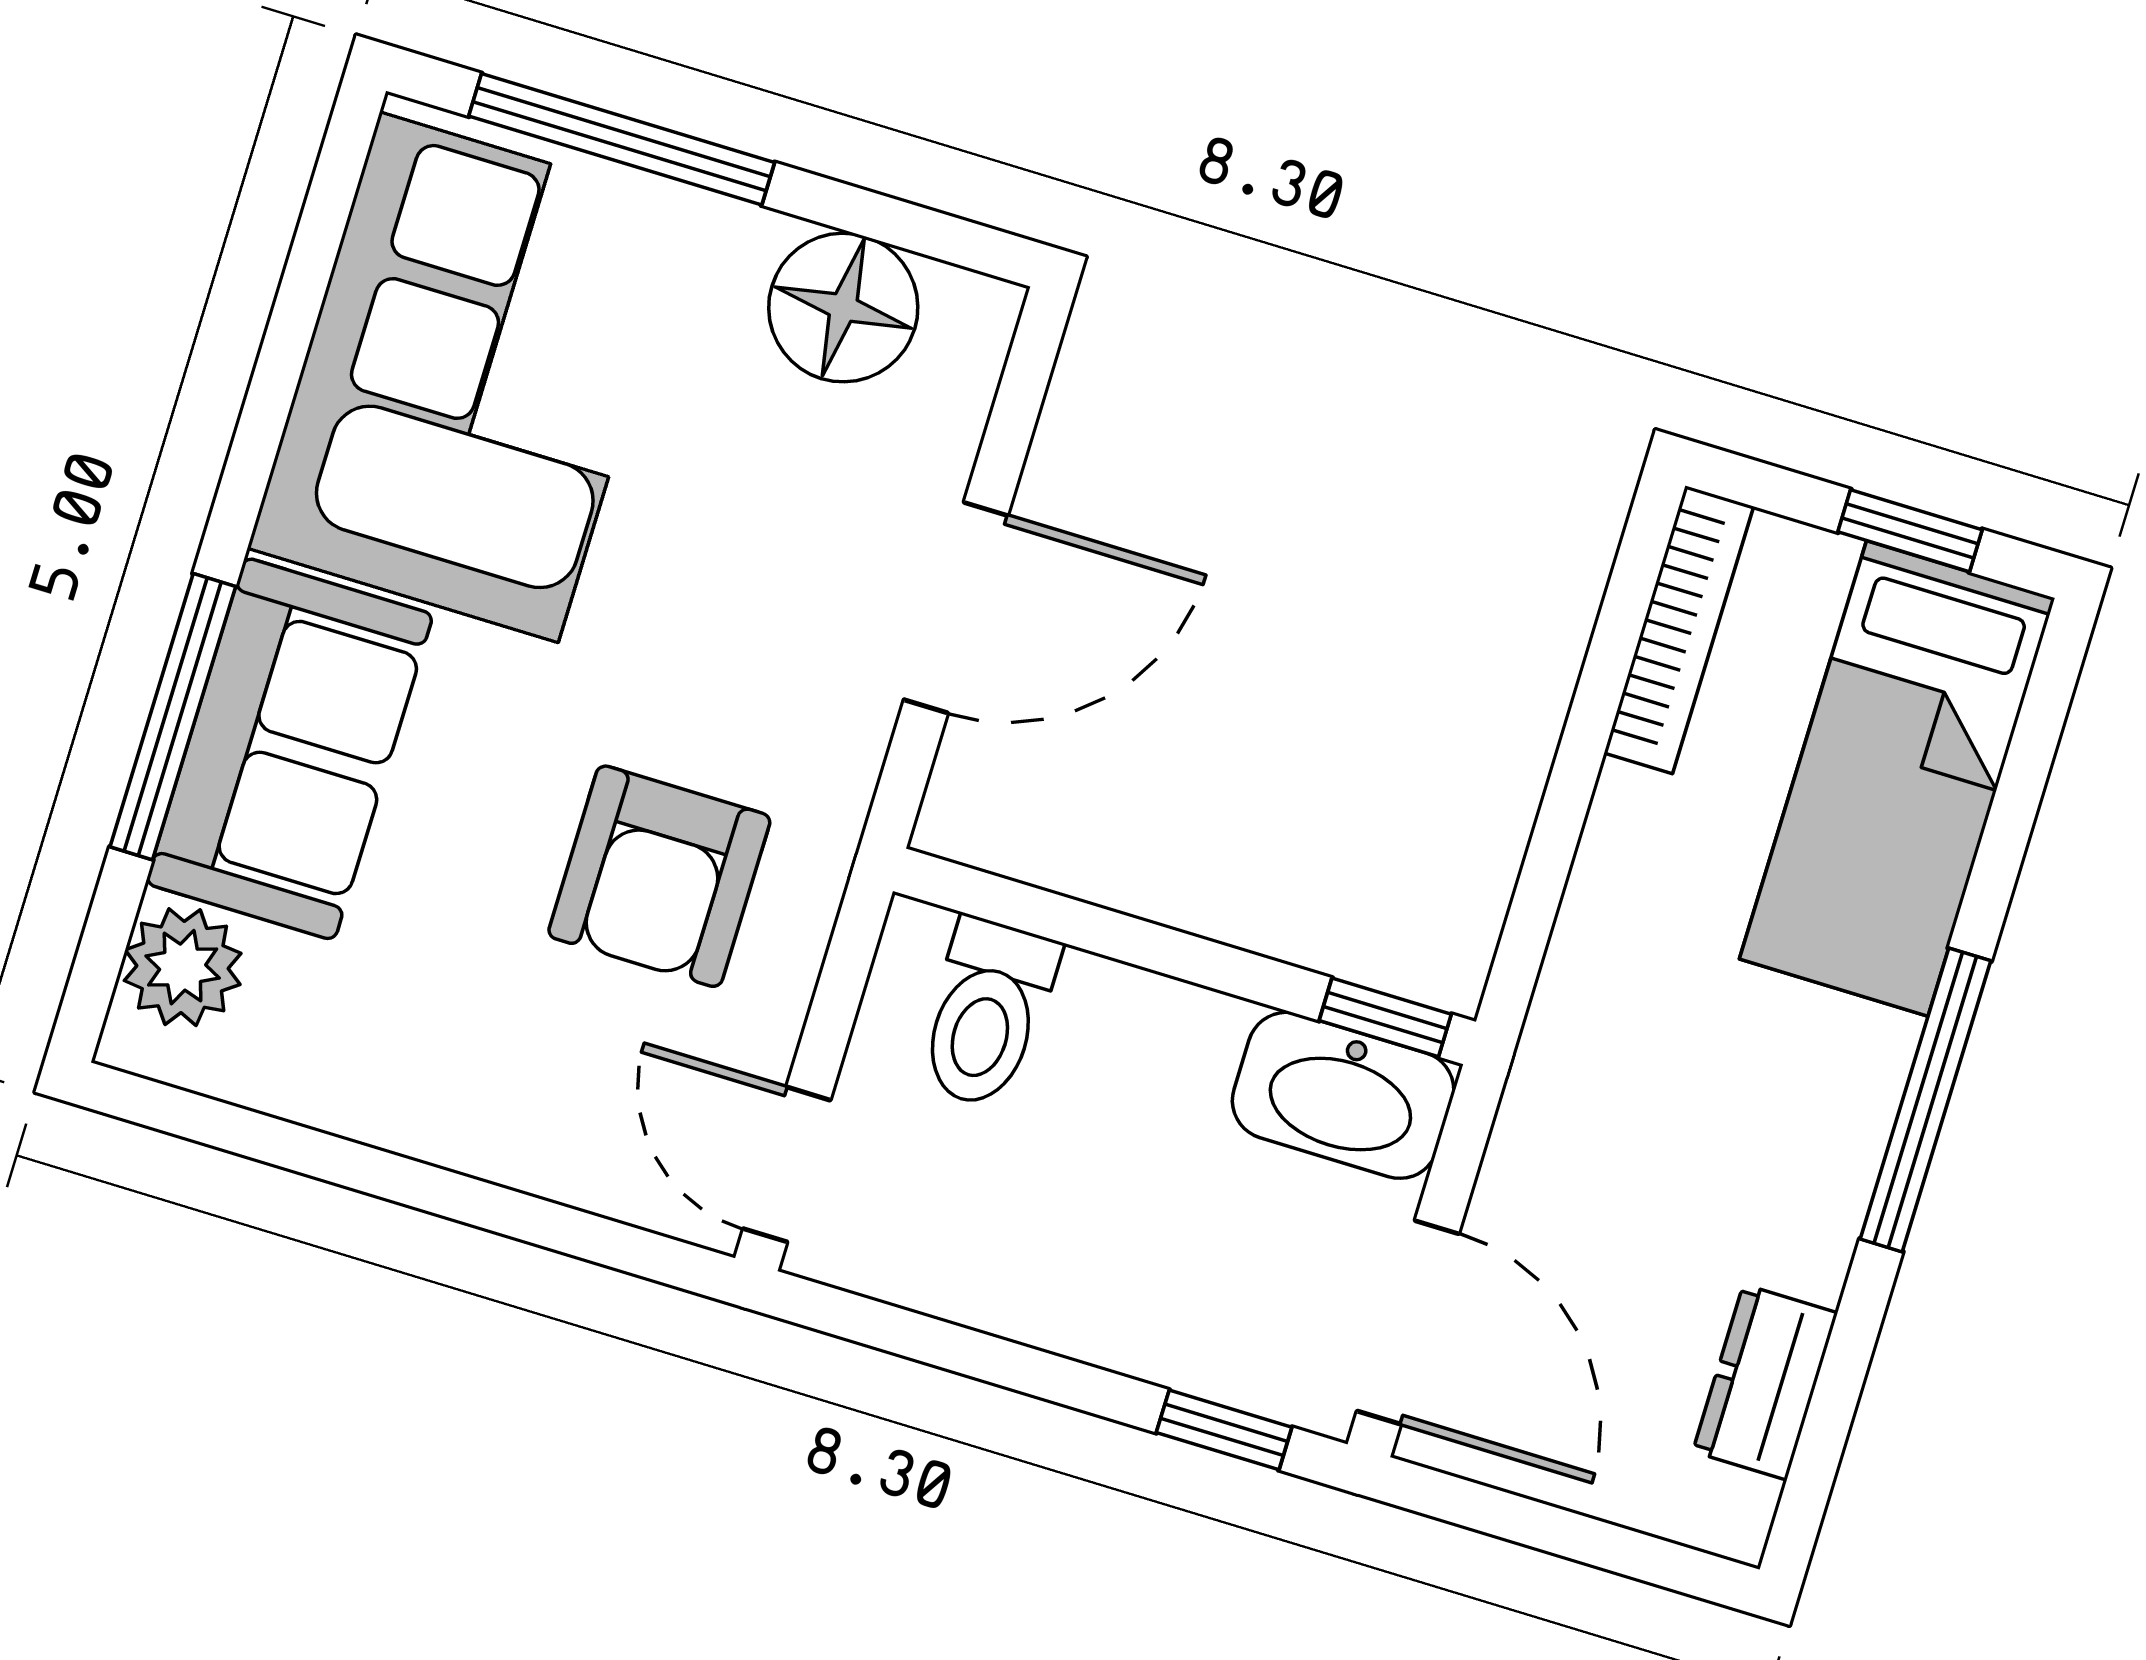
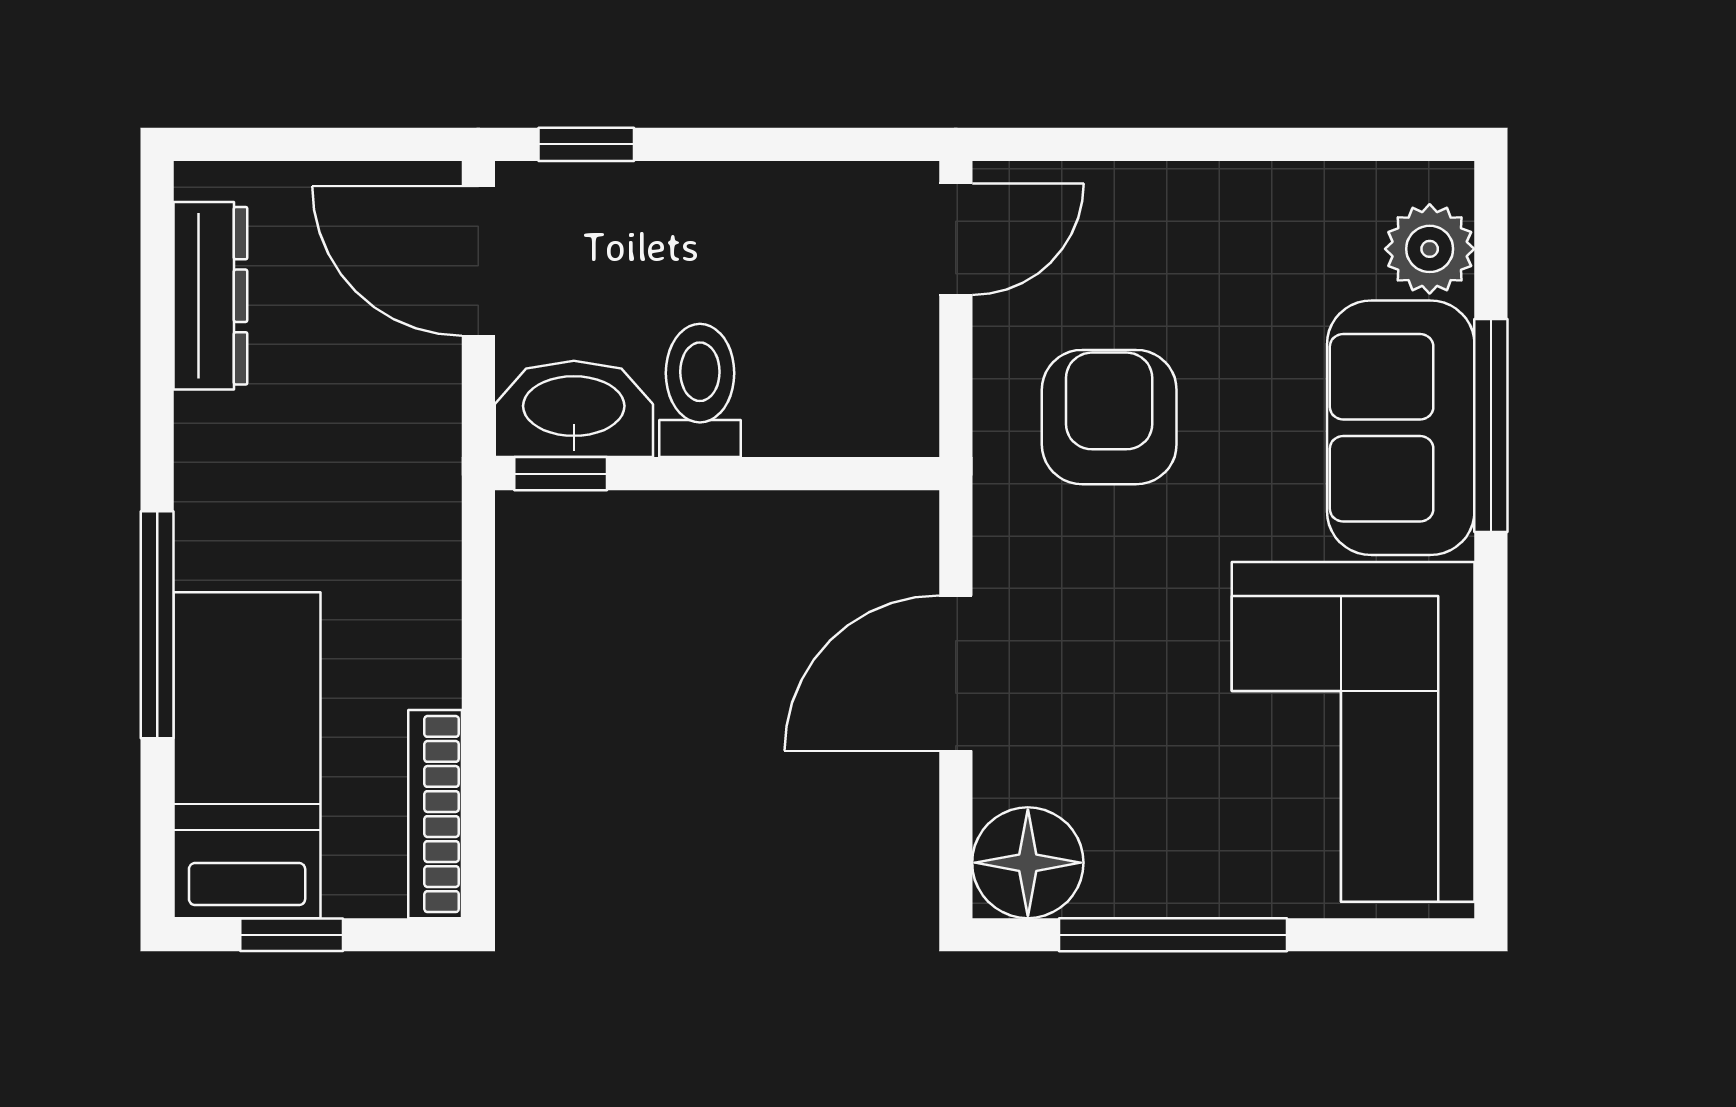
window: (622, 139) -> (1173, 935), moved
floor lamp: (843, 308) -> (1028, 863), moved
toilet: (987, 1013) -> (700, 390), moved
window: (1925, 1100) -> (157, 625), moved
door: (787, 1164) -> (956, 239), hinge flipped
dresser: (1765, 1382) -> (210, 296), width x1.44

